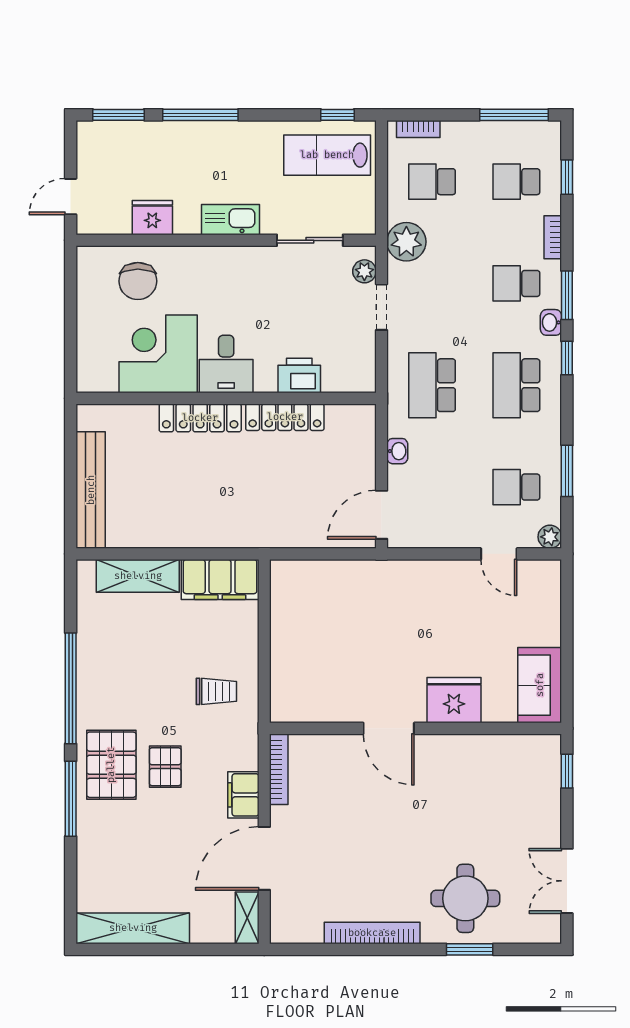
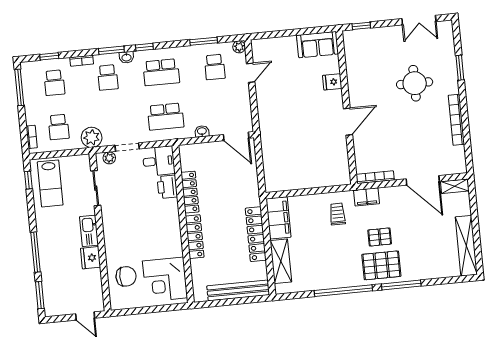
fridge: (152, 218) -> (91, 258), moved
corner desk: (158, 354) -> (165, 279), moved
desk: (226, 364) -> (159, 161), moved
locker: (193, 534) -> (256, 234), added
fridge: (454, 700) -> (332, 82), width x0.53, depth x0.75
filing cabinet: (243, 795) -> (366, 197), moved
round table: (465, 898) -> (415, 83), moved

